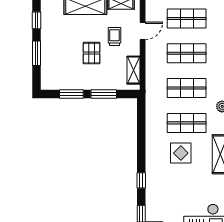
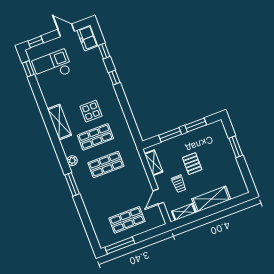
window: (36, 20) -> (246, 173), removed
shop shelf: (187, 53) -> (116, 192), removed

